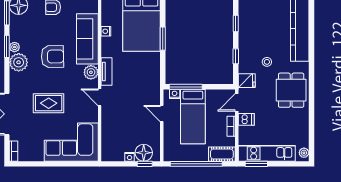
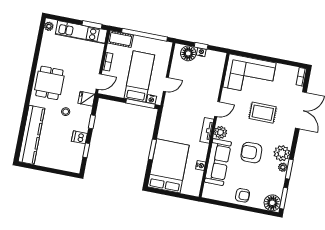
door: (100, 97) -> (217, 109), hinge flipped
door: (162, 114) -> (166, 84), hinge flipped
dishwasher: (246, 119) -> (79, 137), moved
window: (145, 164) -> (201, 46), moved

